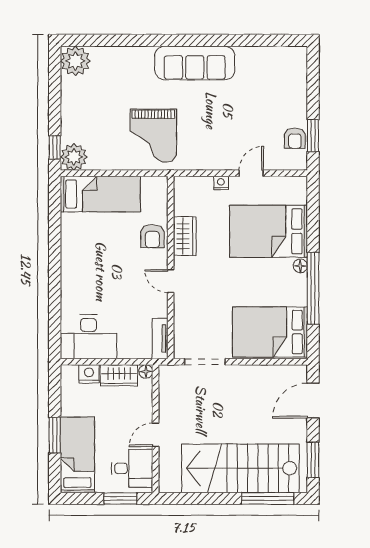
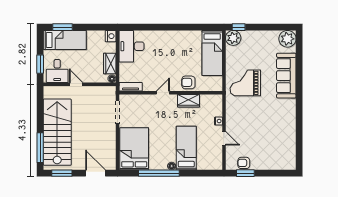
sofa: (195, 63) -> (286, 76), moved
bed: (269, 231) -> (186, 148), width x0.67
nightstand: (89, 374) -> (111, 36), moved
window: (55, 435) -> (62, 27), moved

